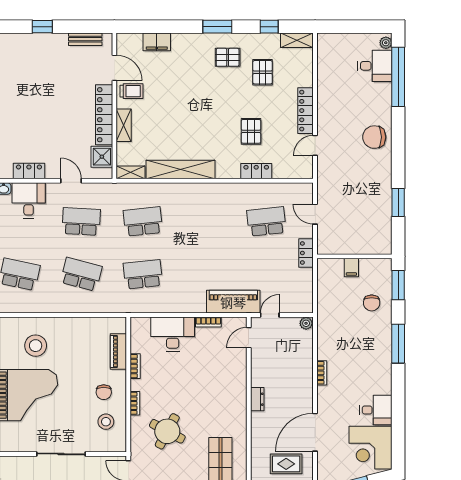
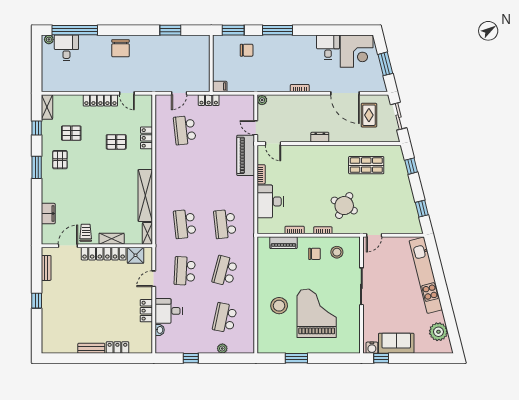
filing cabinet: (351, 268) -> (220, 86), moved

